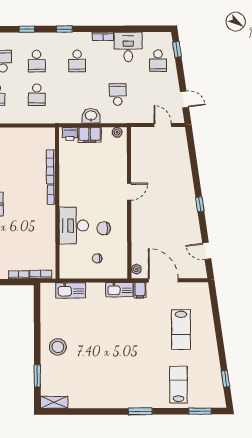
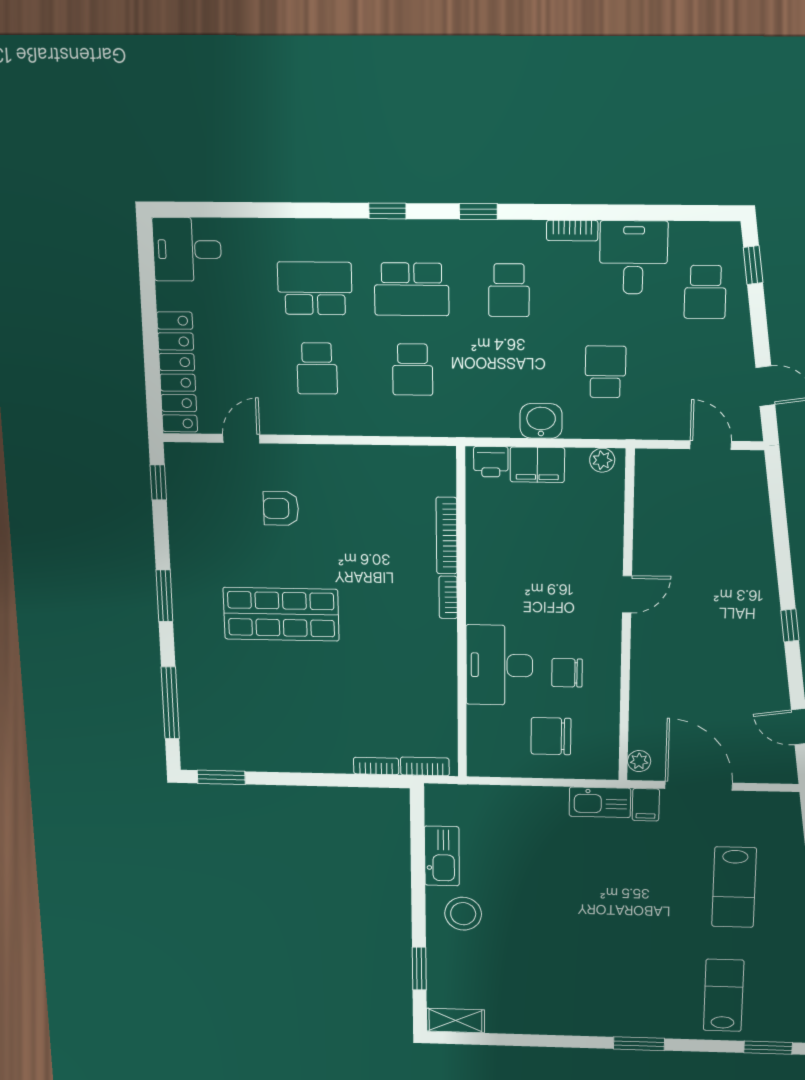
school desk: (37, 61) -> (412, 289), width x1.85
chair: (97, 258) -> (551, 736), width x1.87, depth x1.87
kitchen sink: (71, 290) -> (442, 856), moved, turned -90

